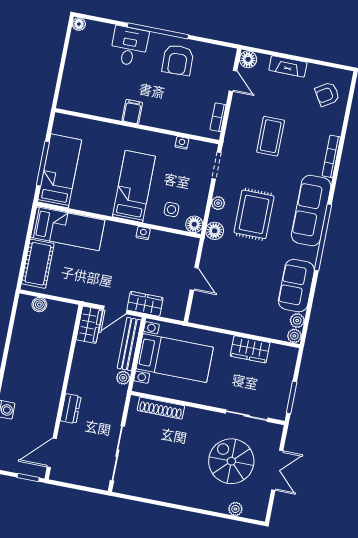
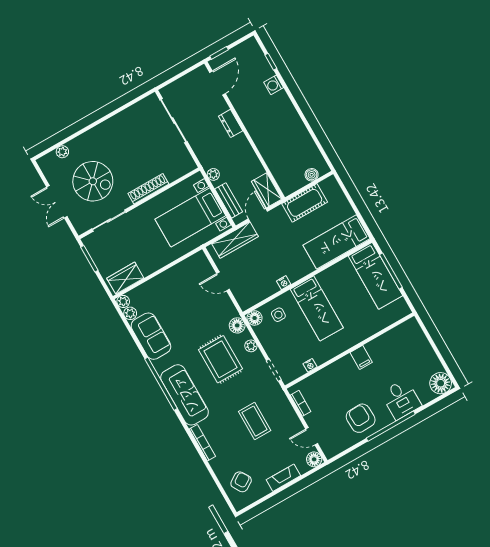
floor lamp: (79, 24) -> (441, 383), width x1.89, depth x1.89
cot: (38, 264) -> (305, 203), moved, turned 90
wardrobe: (145, 304) -> (235, 240), width x1.50
bench: (129, 344) -> (229, 200), width x0.73
wardrobe: (250, 349) -> (125, 278), moved
shoe rack: (161, 408) -> (148, 189), moved

